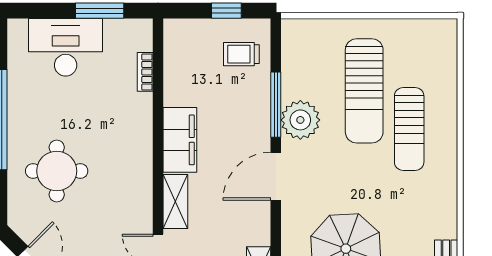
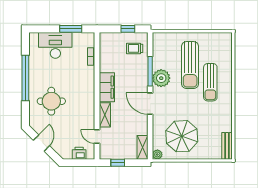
door: (276, 176) -> (150, 104), hinge flipped

